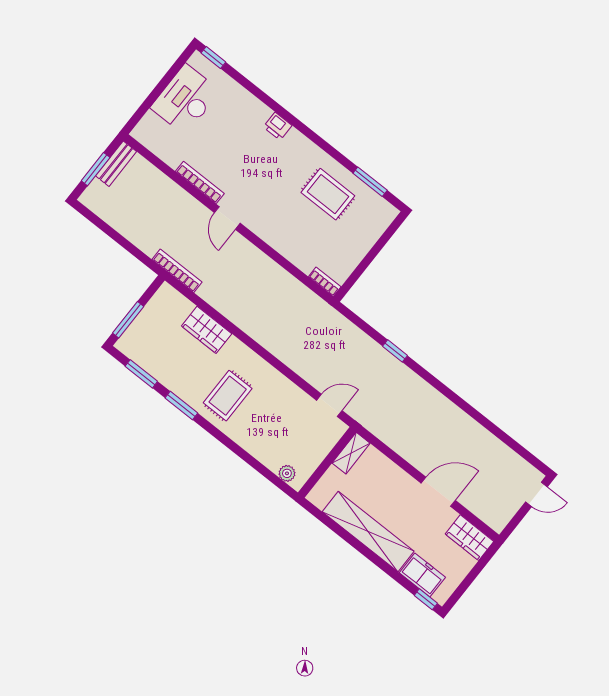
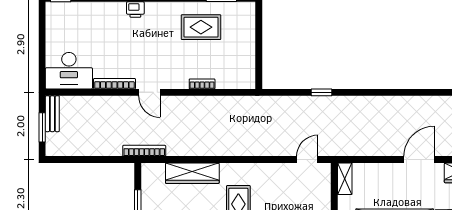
desk: (185, 99) -> (69, 71), moved, turned -90
bookcase: (325, 282) -> (202, 84), moved
wardrobe: (207, 330) -> (192, 173), width x1.50

